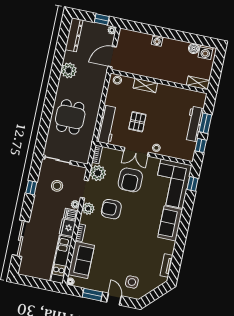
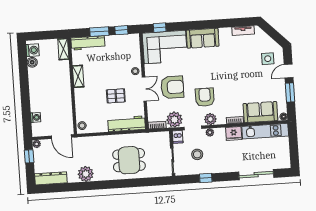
washing machine: (157, 41) -> (36, 117), moved
shelving: (145, 85) -> (78, 76), moved
workbench: (194, 124) -> (88, 43), moved
armchair: (111, 209) -> (205, 97), turned 180
dishwasher: (71, 214) -> (178, 137), moved

